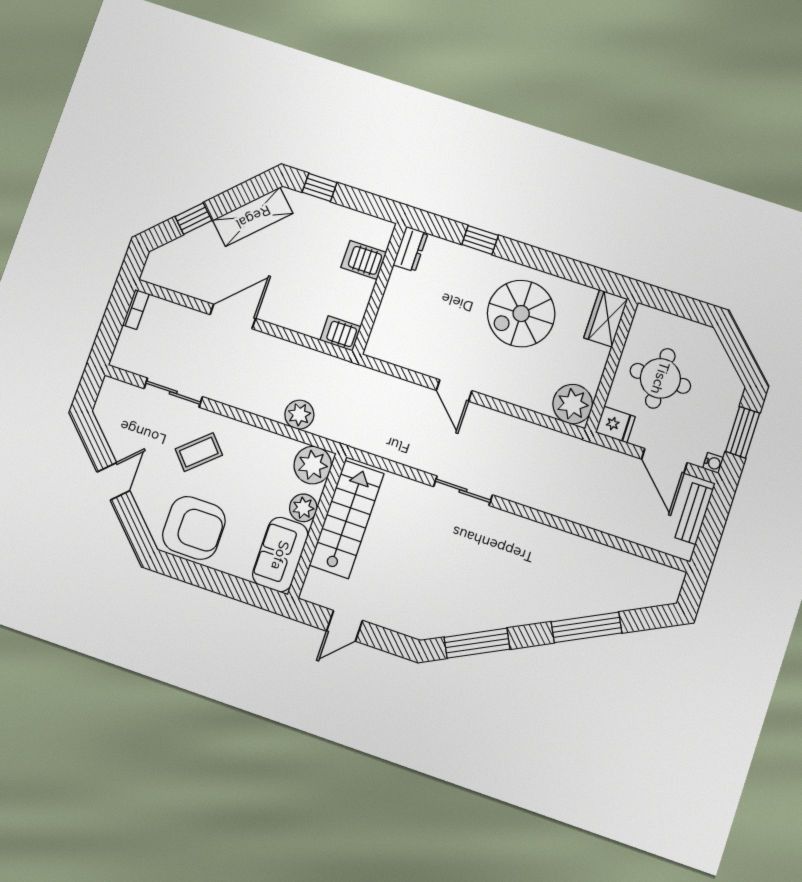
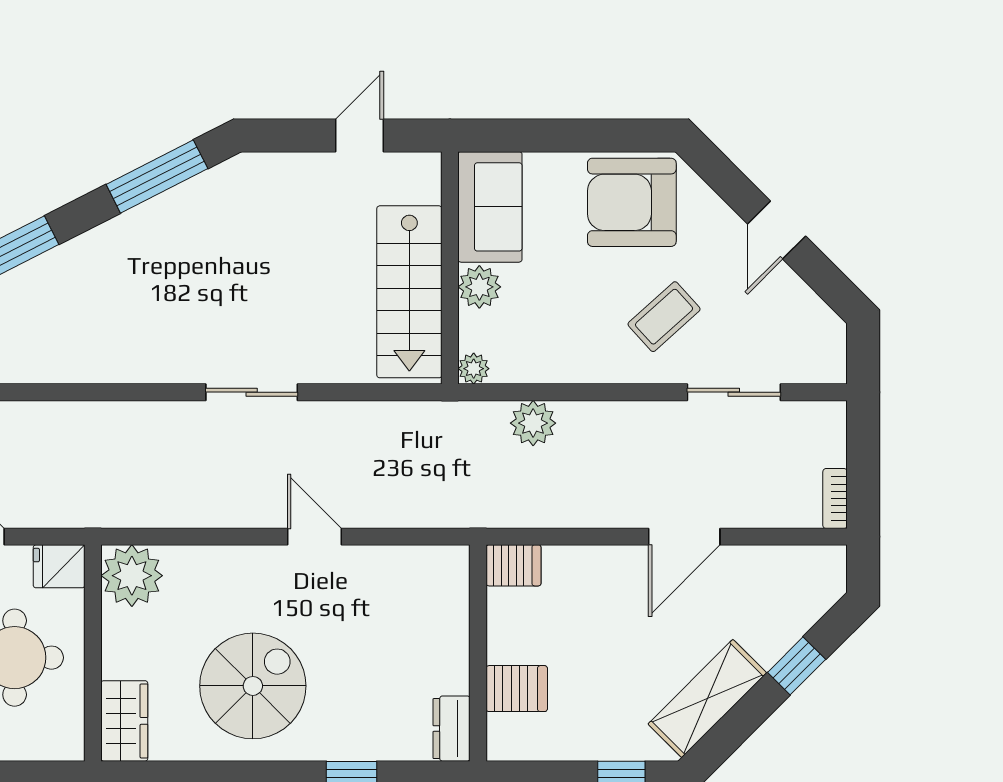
plant: (313, 465) -> (474, 369), width x0.53, depth x0.53

